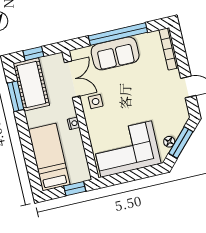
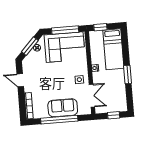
double door: (72, 79) -> (92, 96), swing flipped
cot: (31, 84) -> (118, 96), removed
window: (16, 96) -> (128, 74), moved
window: (129, 176) -> (65, 30), added

